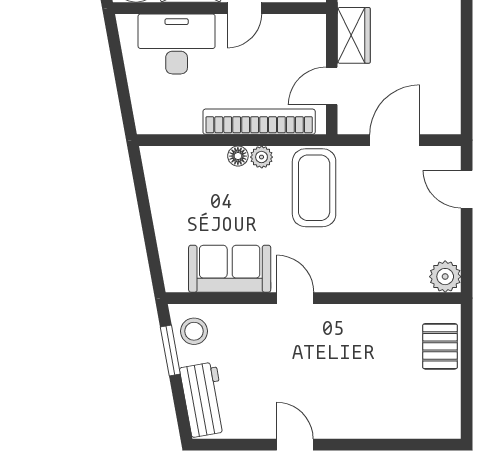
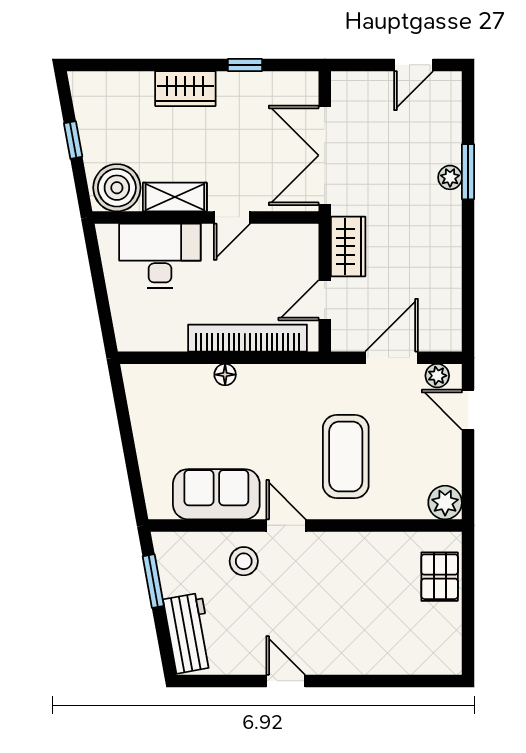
plant: (262, 157) -> (437, 376), moved
coffee table: (314, 188) -> (346, 456), moved
stool: (194, 331) -> (244, 561), moved

